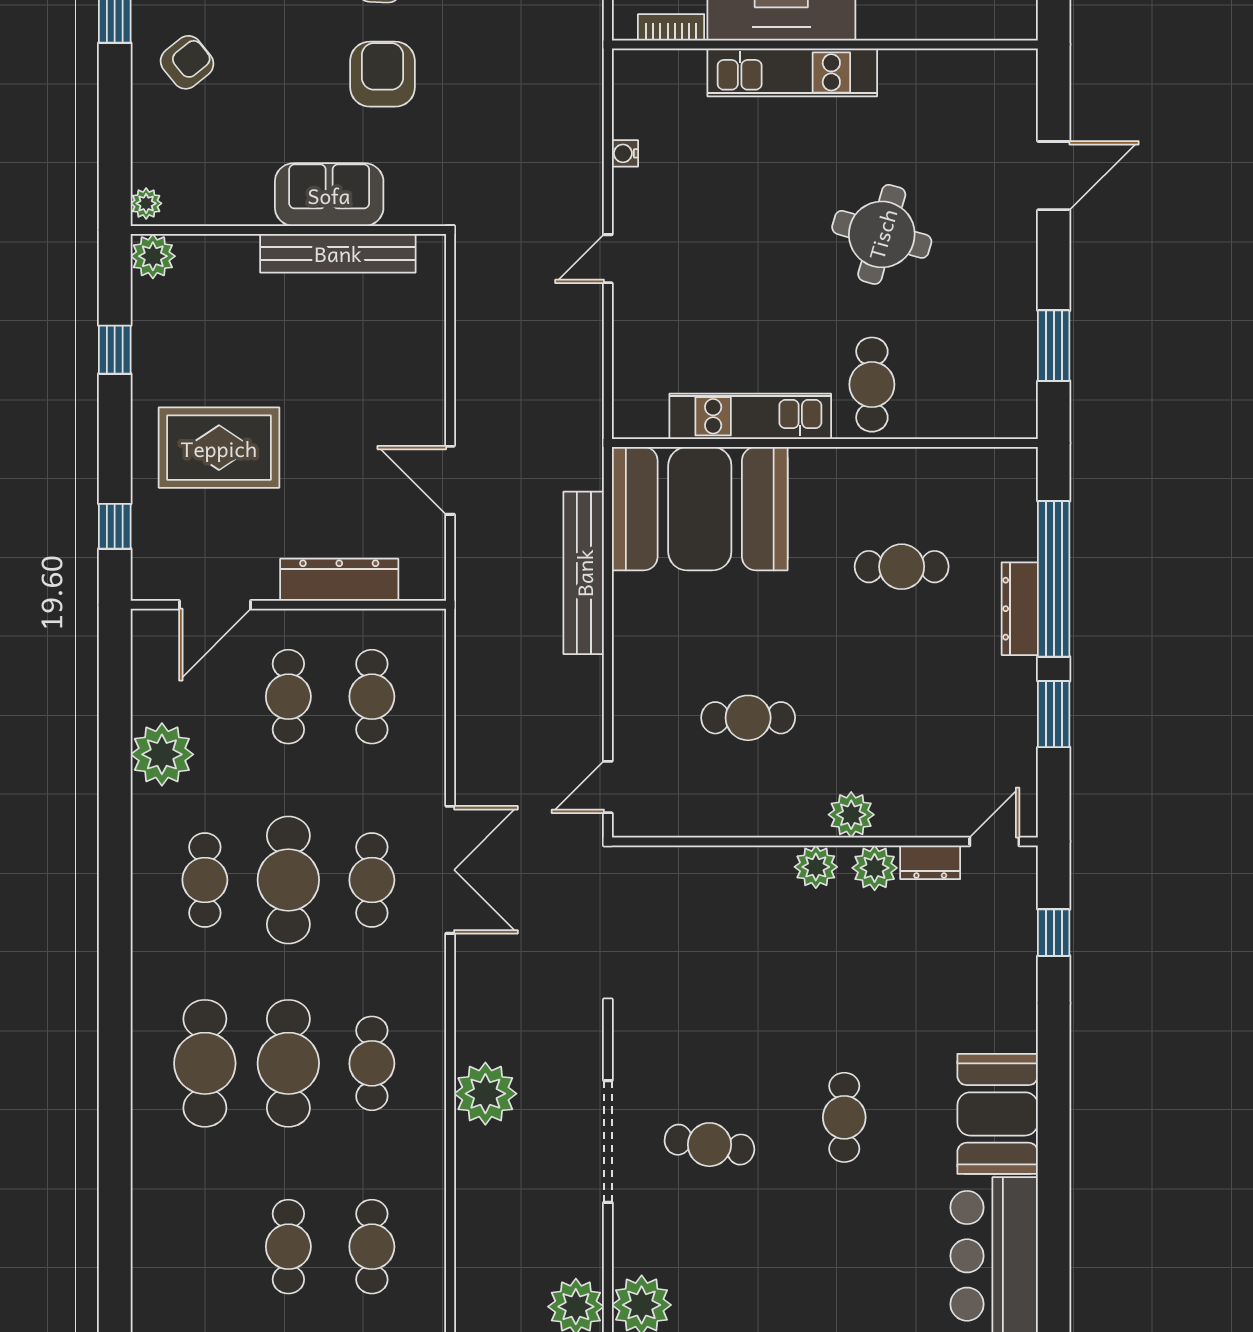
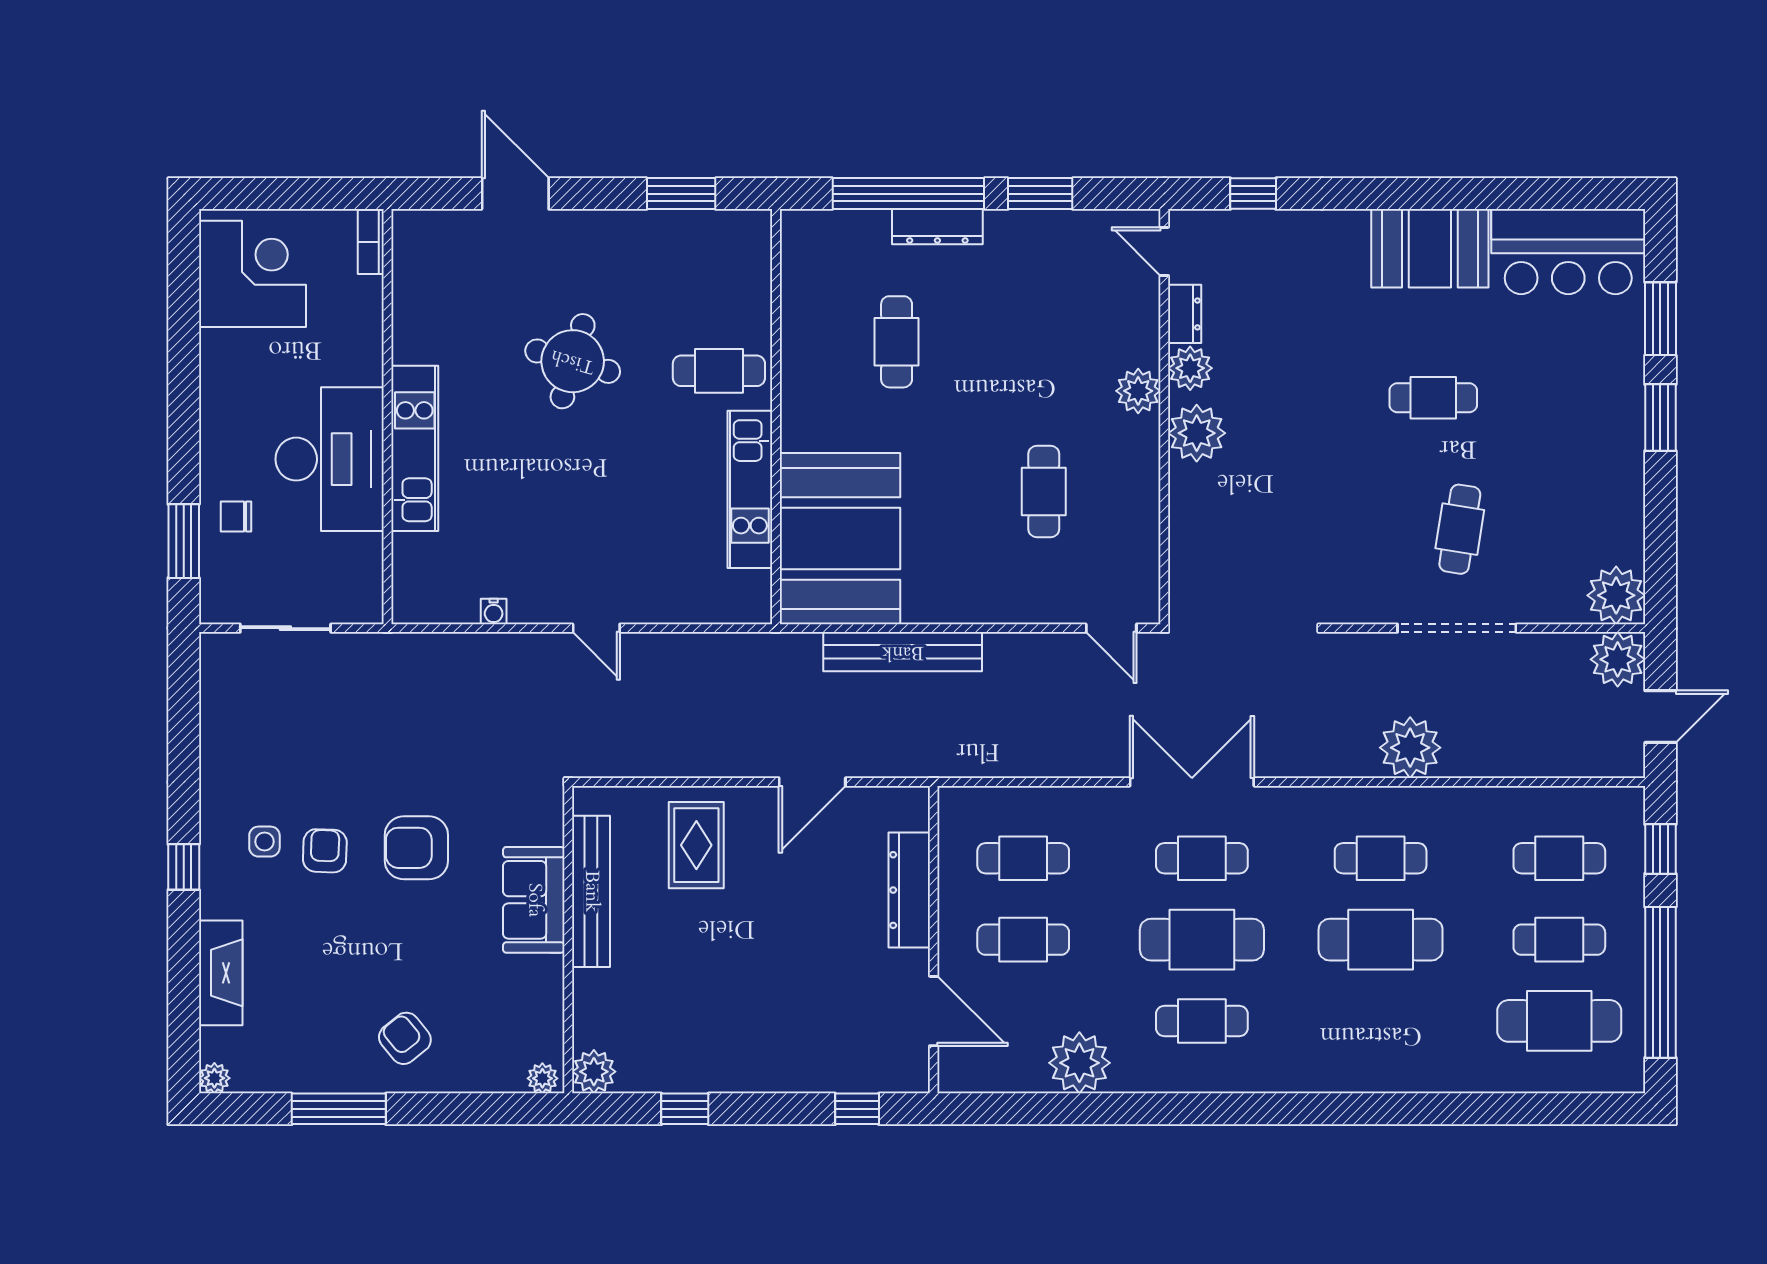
bookcase: (671, 27) -> (371, 242), moved
rug: (219, 448) -> (696, 845), moved, width x0.73, depth x0.70
plant: (816, 867) -> (1197, 433), width x1.36, depth x1.36
cafe table: (205, 1063) -> (1559, 1021), moved

